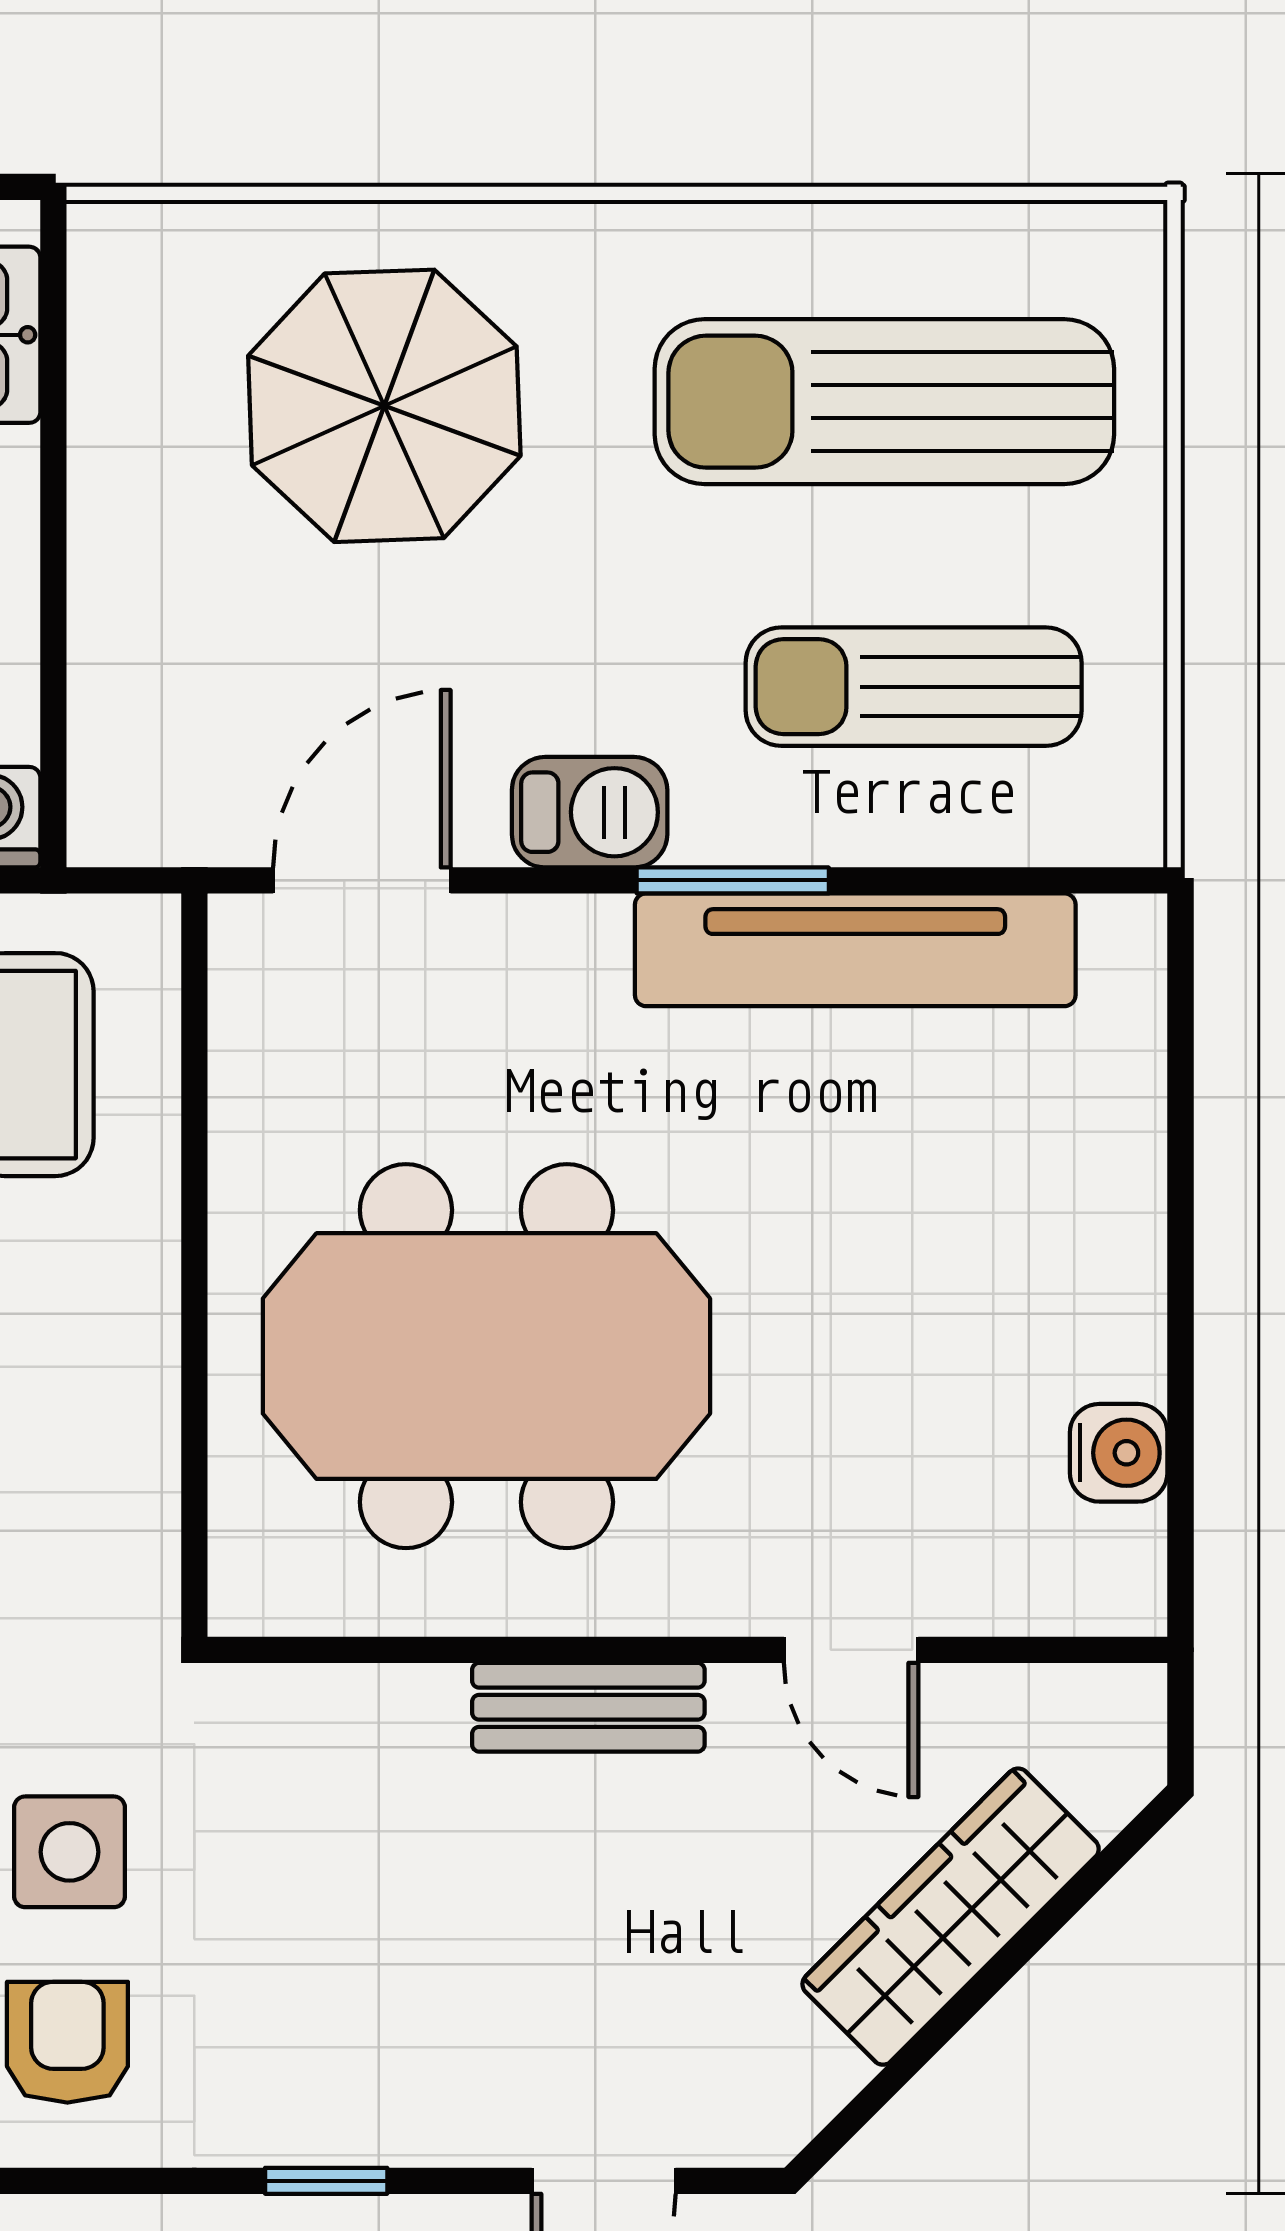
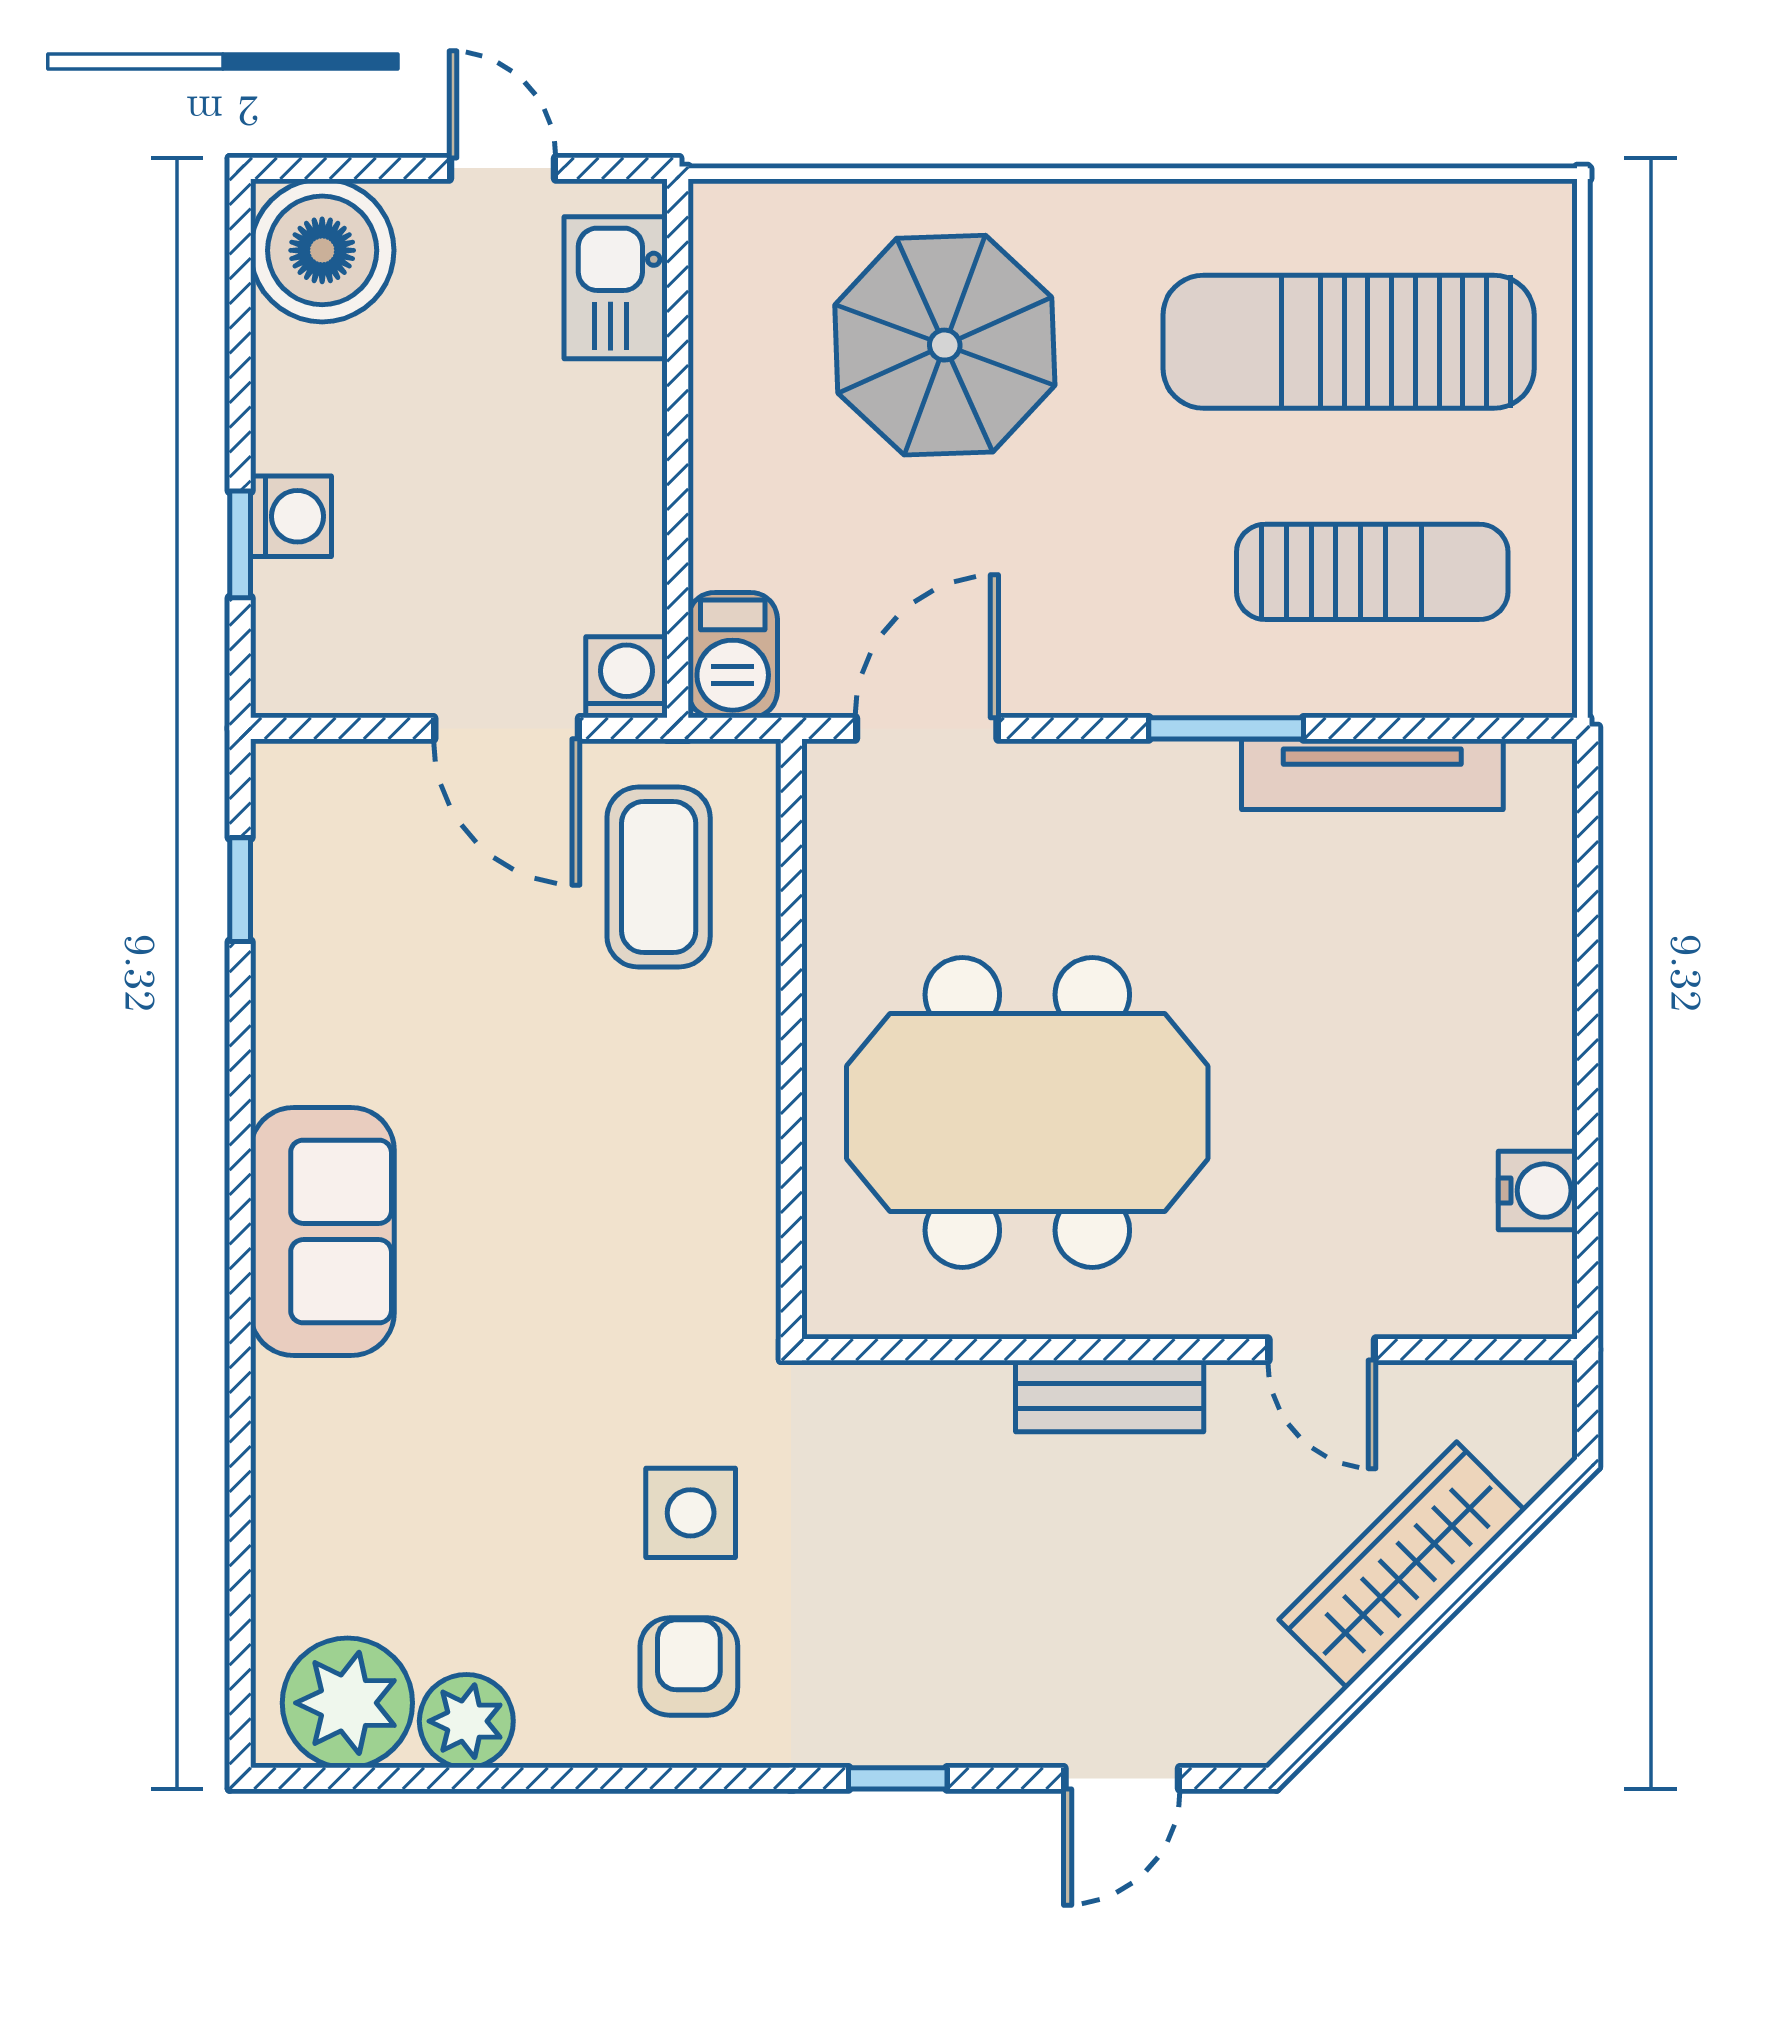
sun lounger: (914, 687) -> (1372, 572), turned 180
barbecue: (590, 812) -> (733, 655), moved, turned 90
tv unit: (855, 950) -> (1372, 774), width x0.73, depth x0.78

